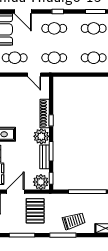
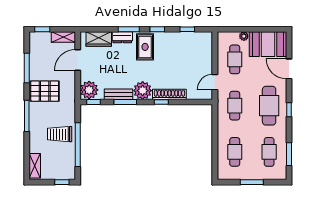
door: (23, 11) -> (289, 69), hinge flipped
cafe table: (54, 28) -> (269, 106), width x1.37, depth x1.35
door: (15, 192) -> (78, 60), swing flipped
pallet: (35, 211) -> (45, 91), moved
trolley: (74, 221) -> (60, 134), moved, turned 107

